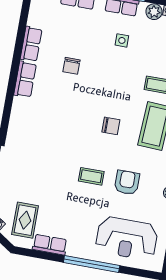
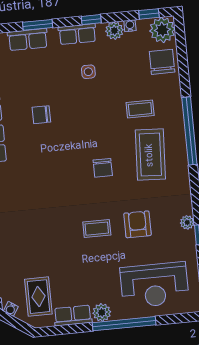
chair: (71, 66) -> (41, 115), turned 90
chair: (111, 126) -> (103, 168), turned 90
plant: (75, 249) -> (102, 312), added

